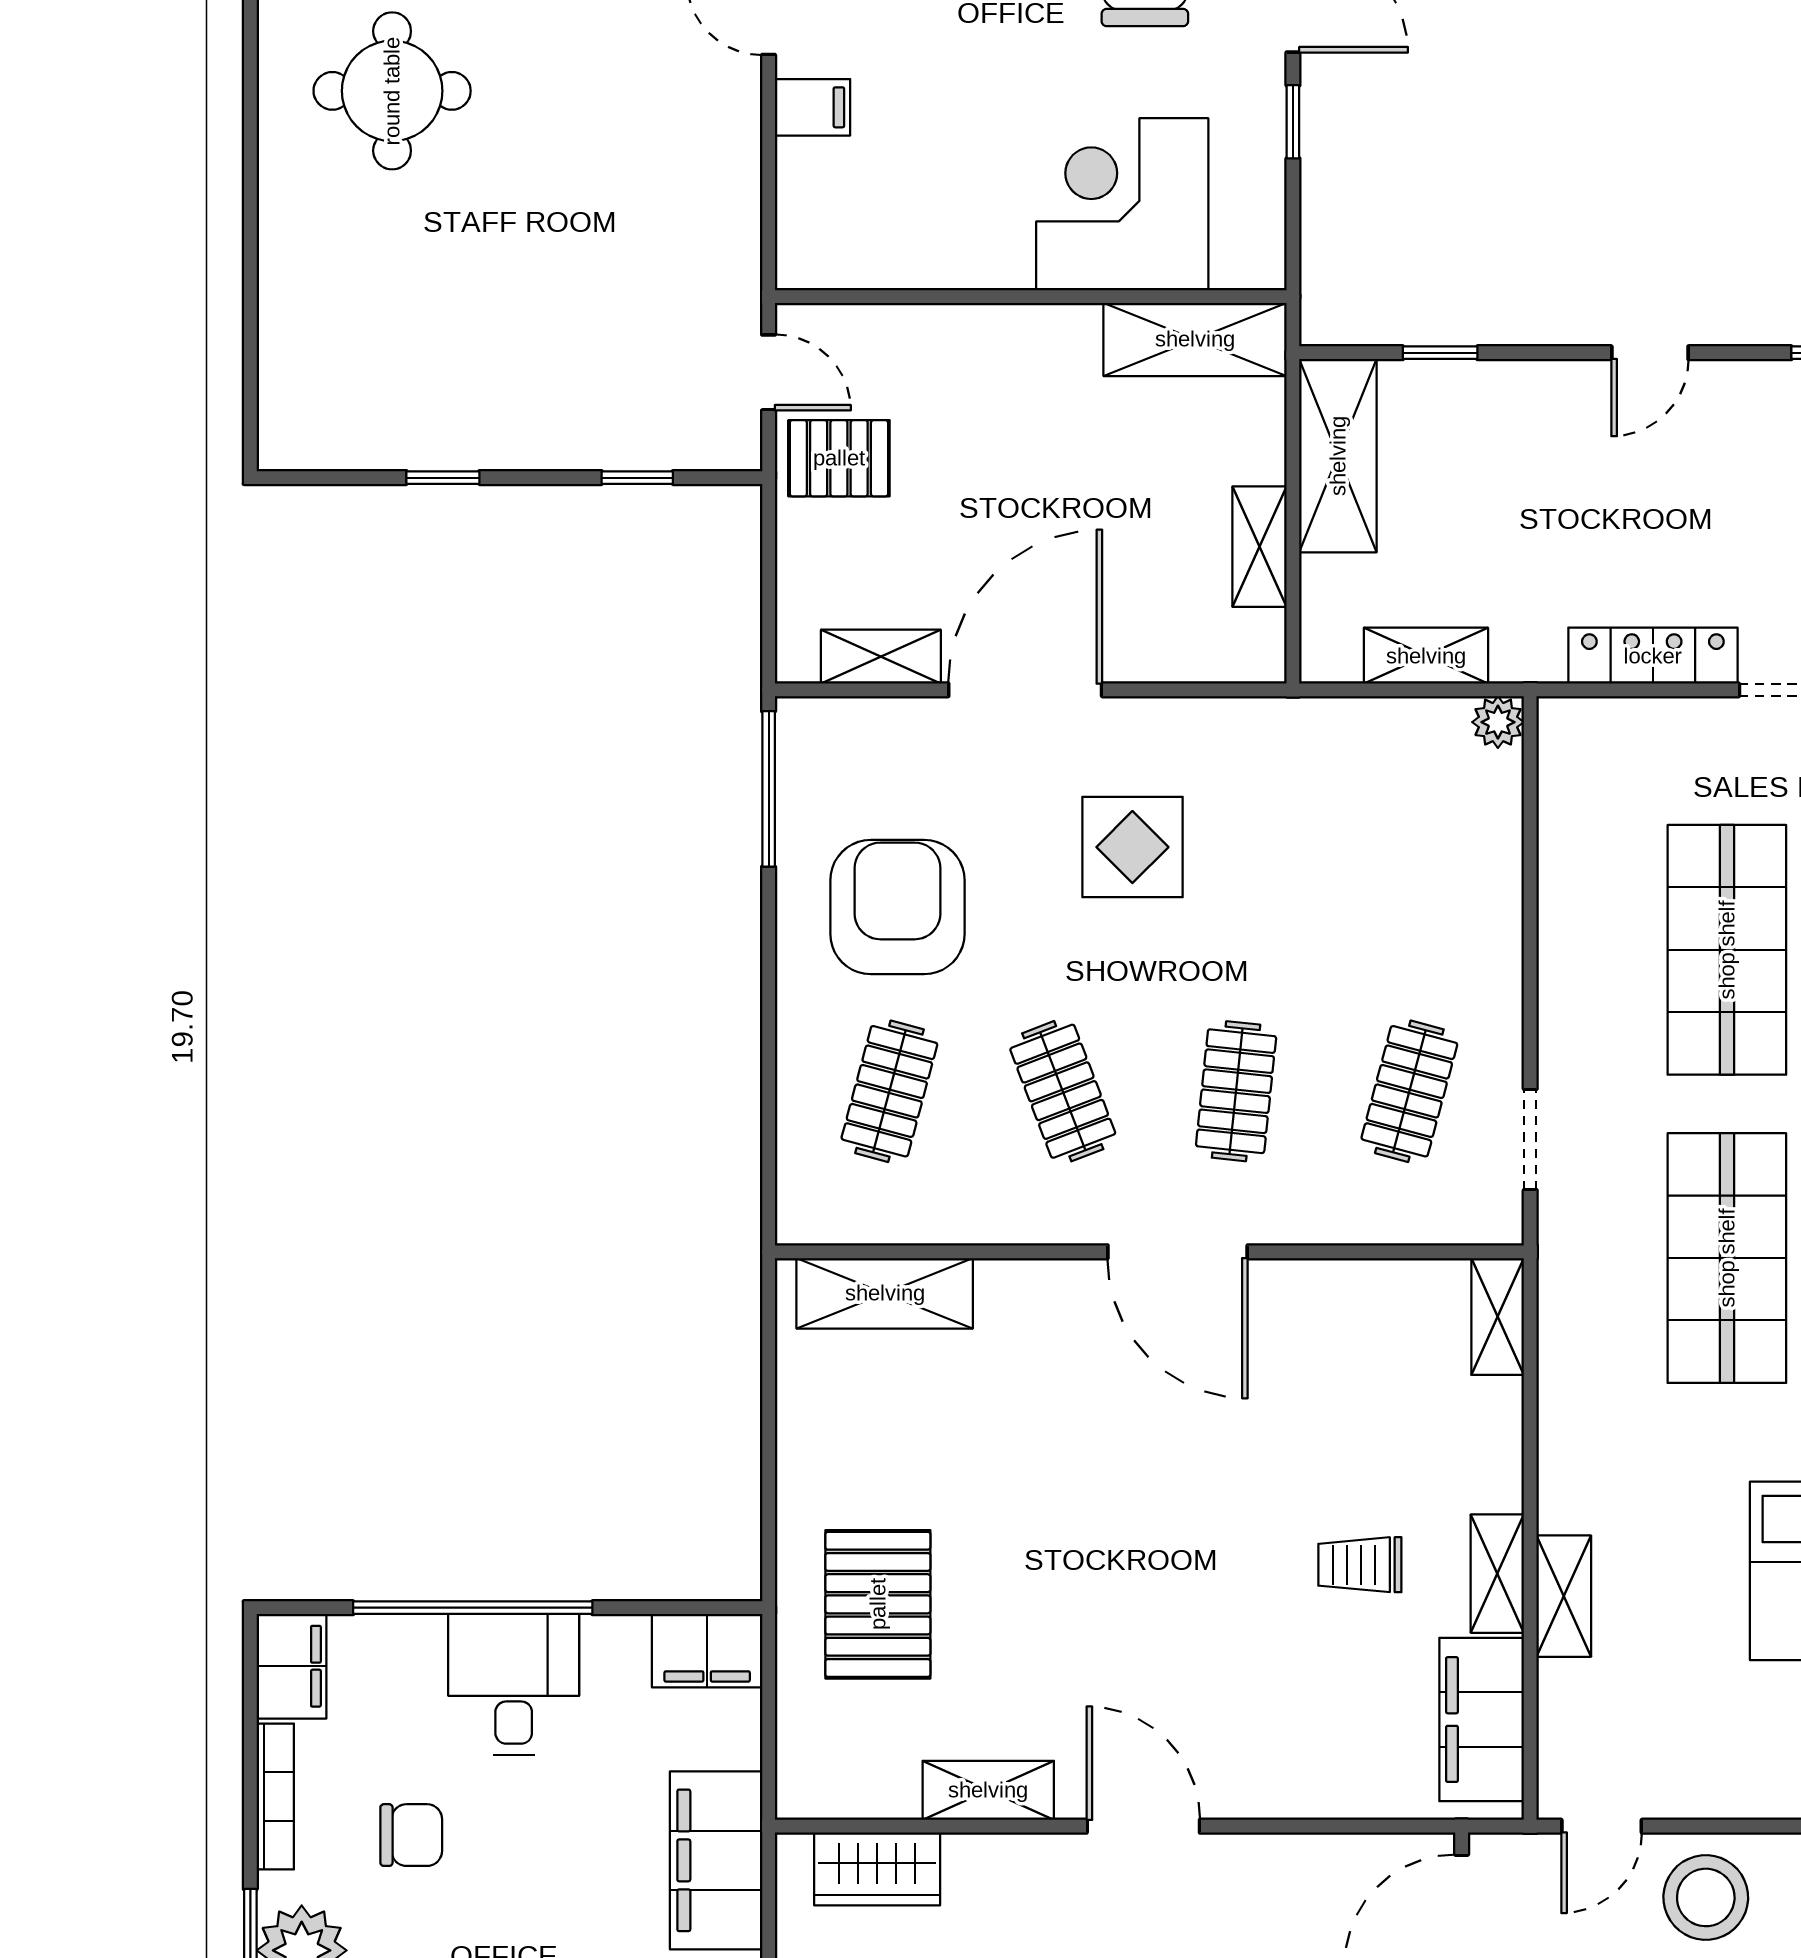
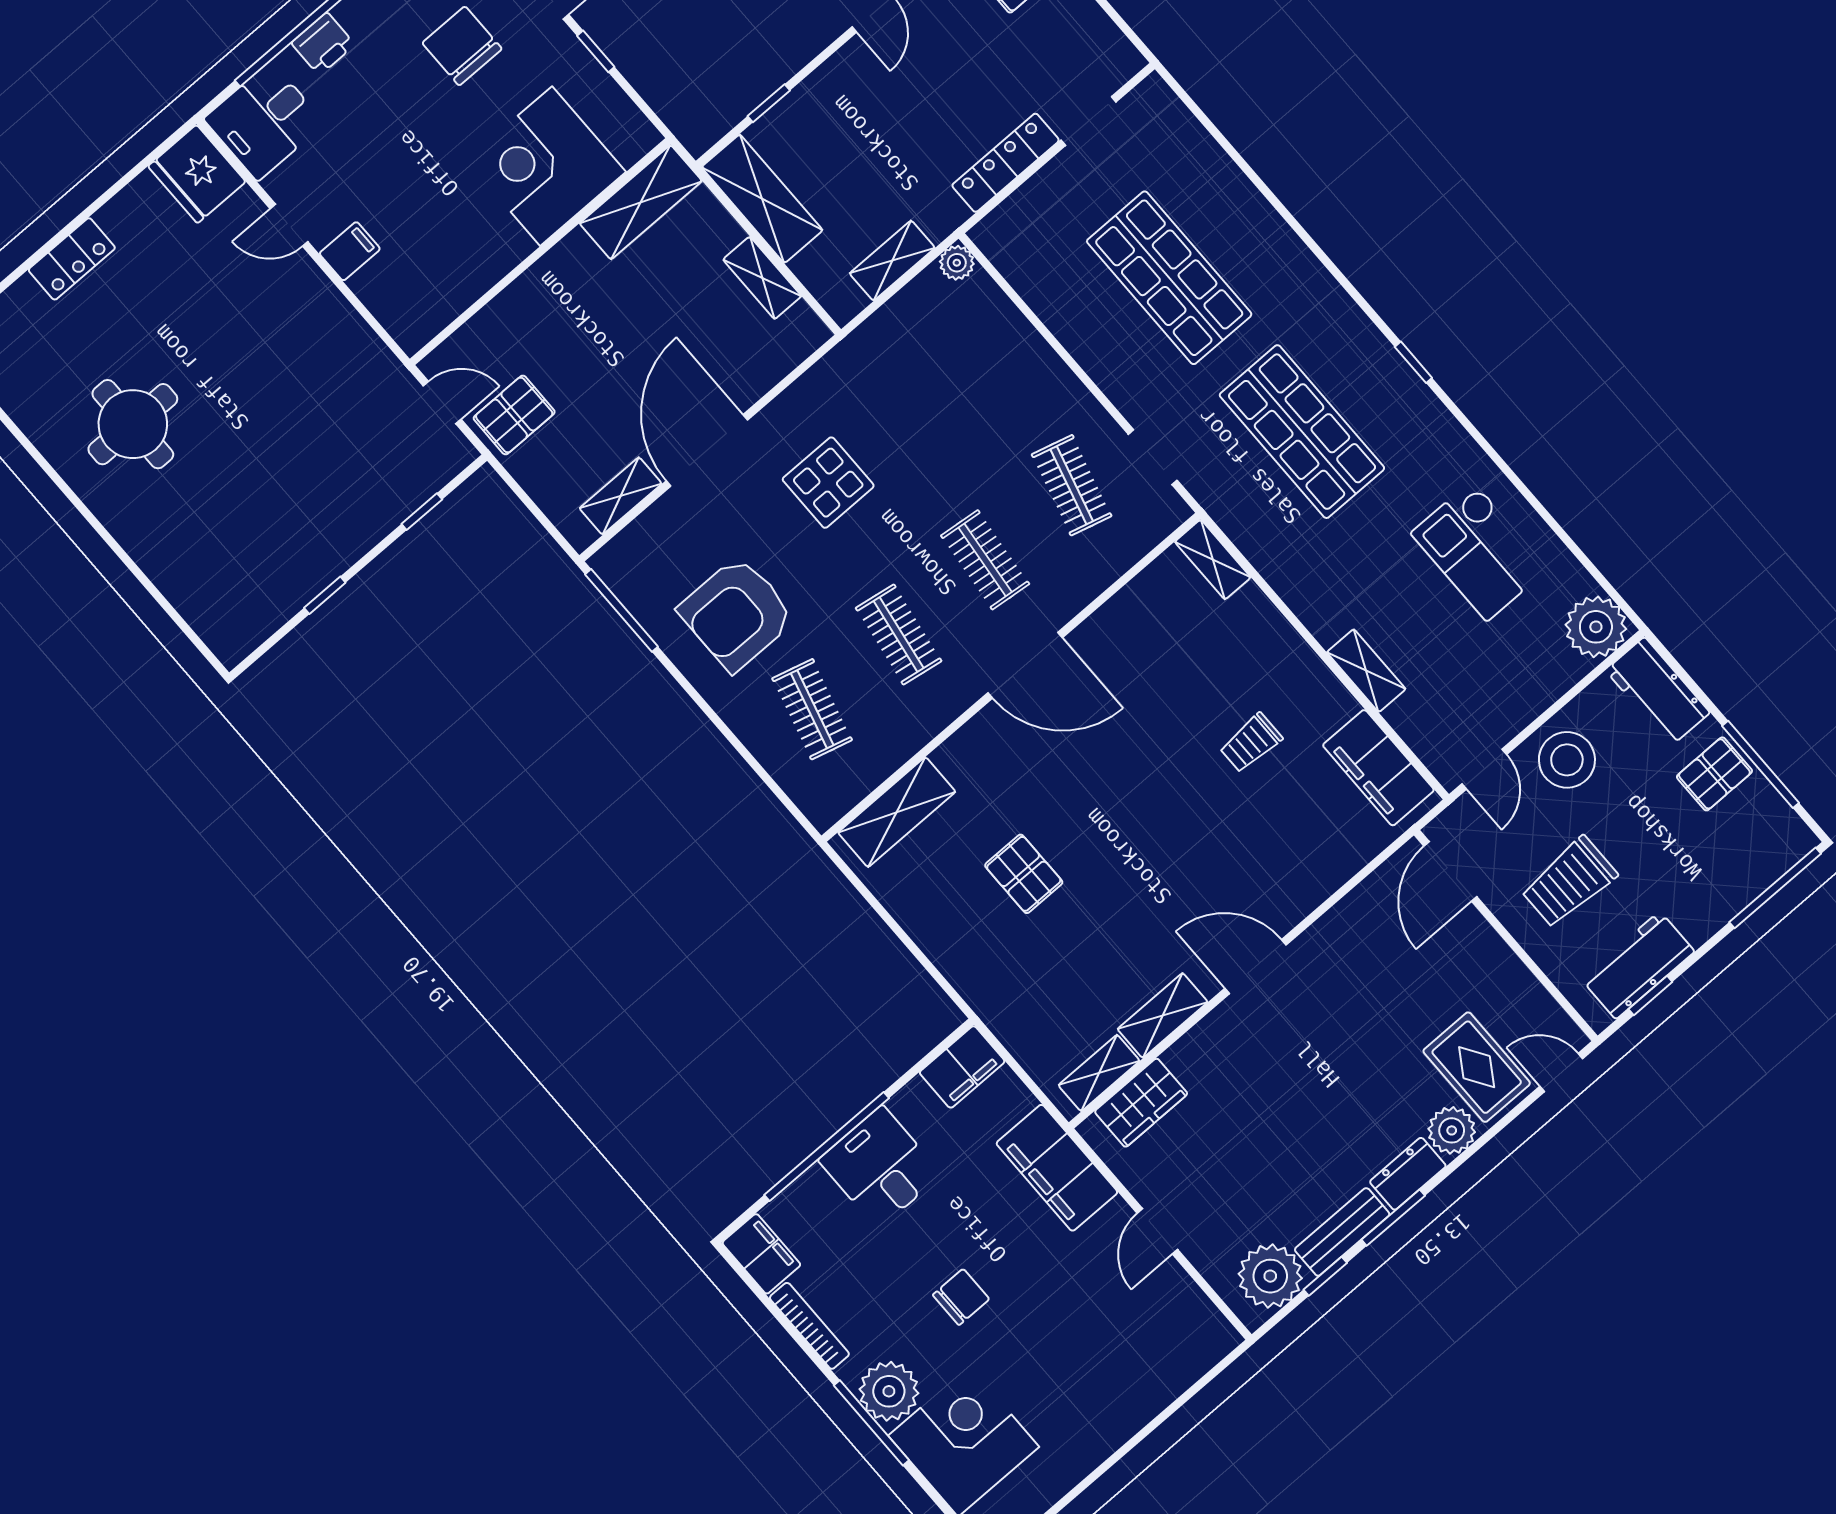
armchair: (897, 907) -> (737, 614), turned -90
clothes rail: (1063, 1091) -> (899, 634), turned 30
shelving: (1497, 1574) -> (1099, 1073), moved, turned 90
pallet: (878, 1604) -> (1024, 874), moved, width x0.67, depth x0.71
chair: (411, 1835) -> (961, 1297), moved

